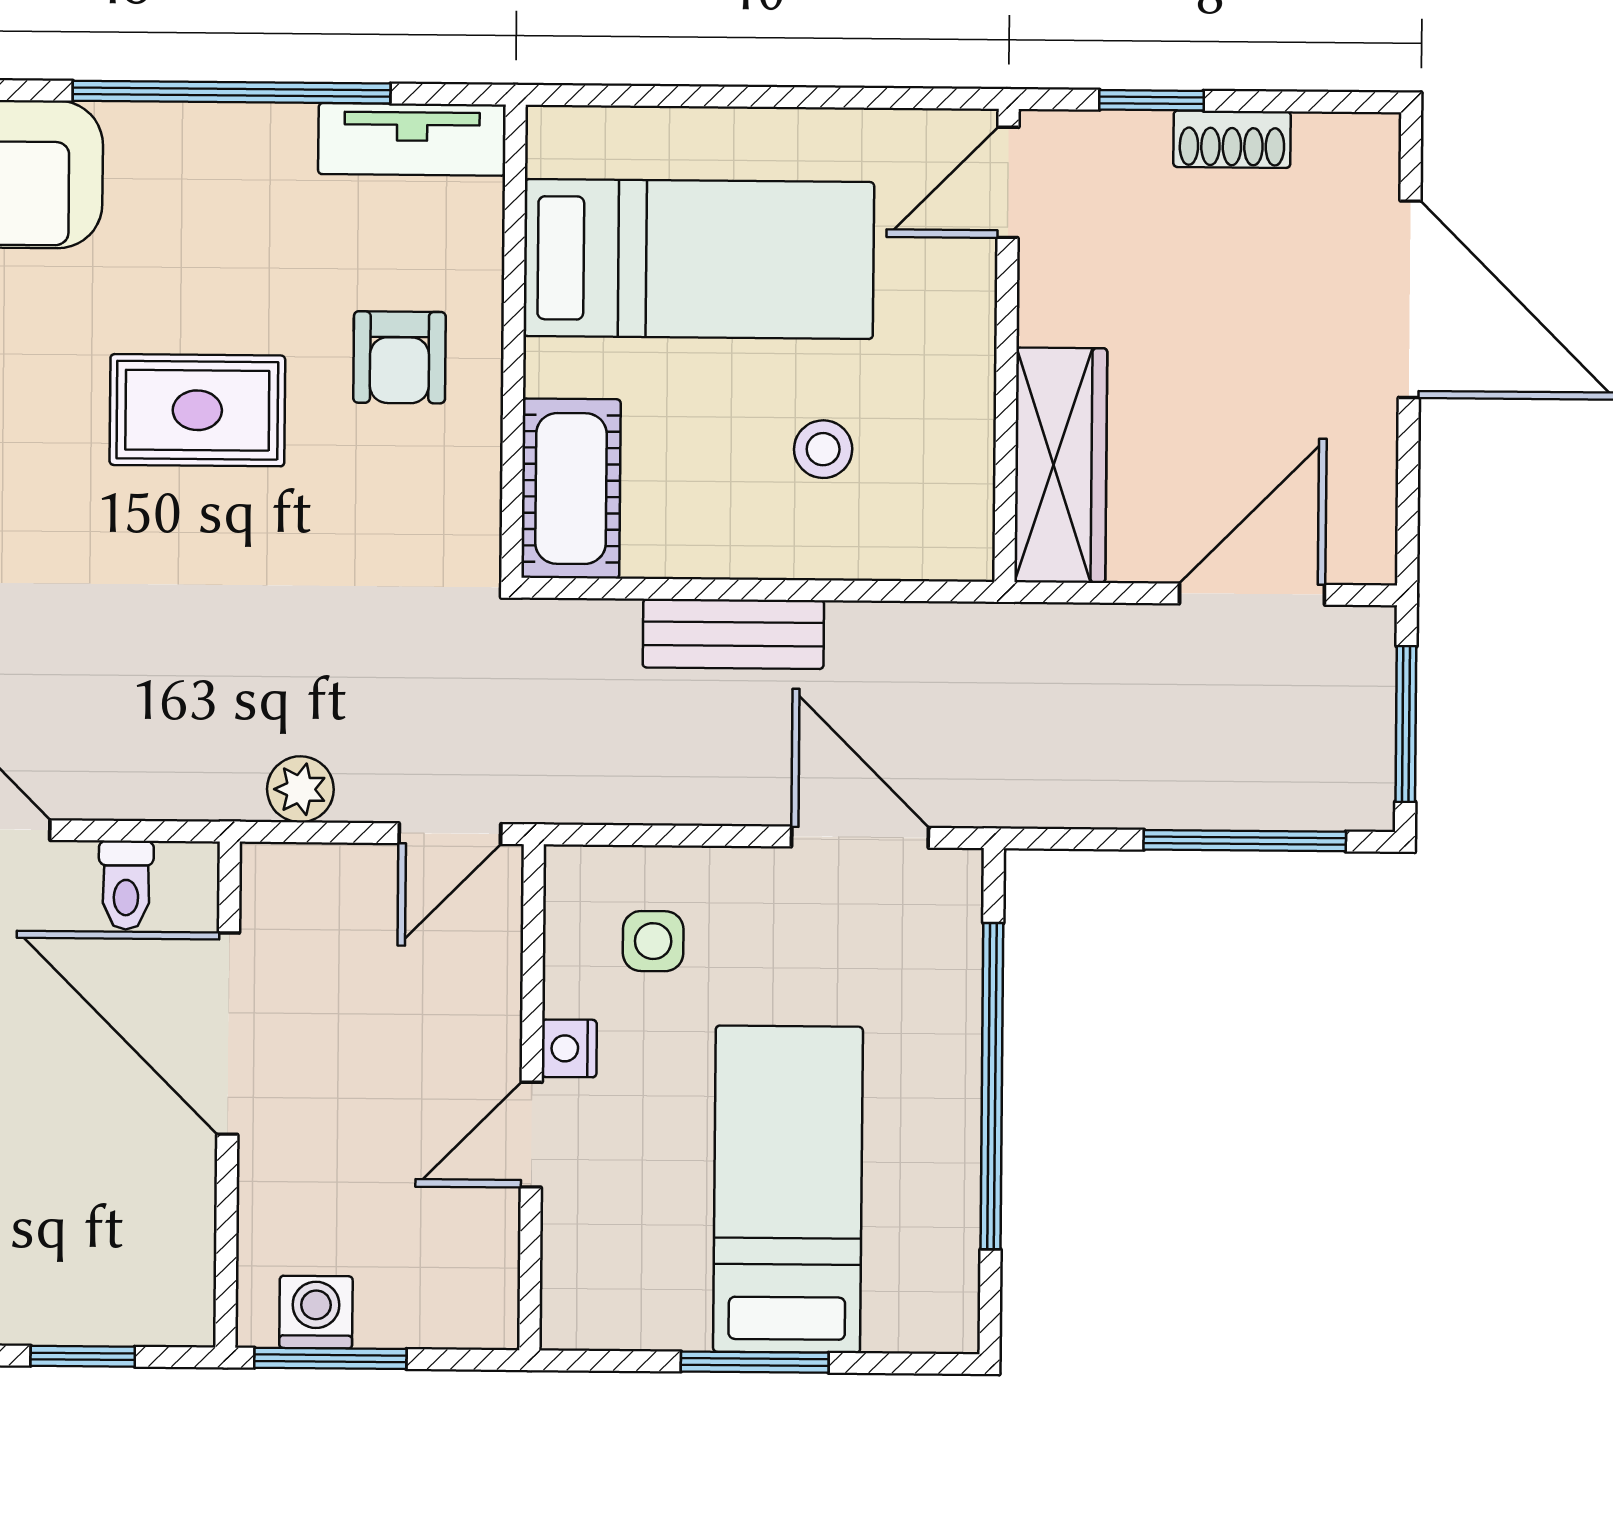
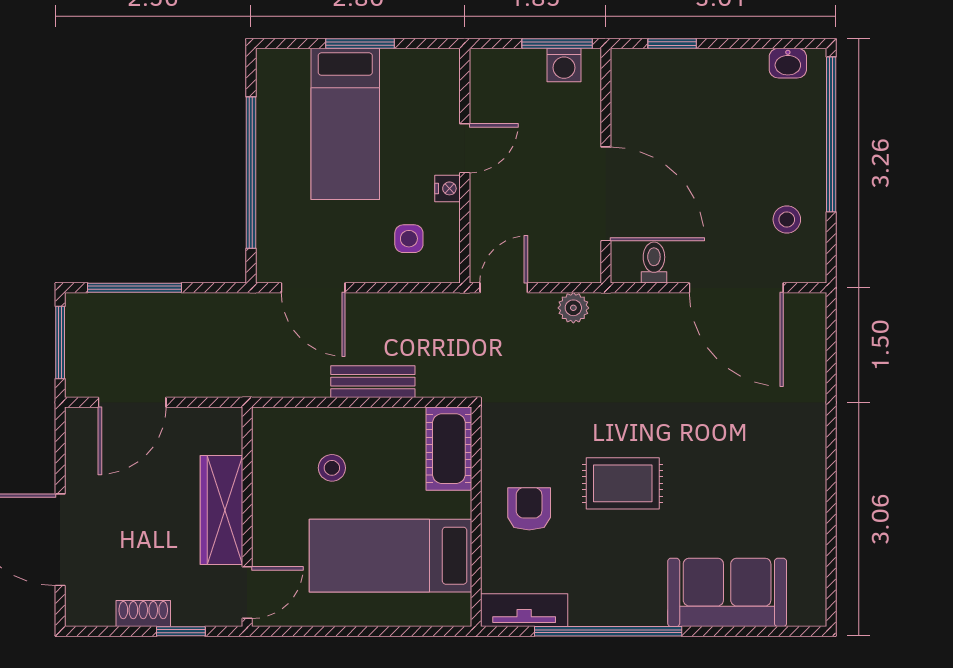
wardrobe: (1061, 465) -> (221, 510), moved

